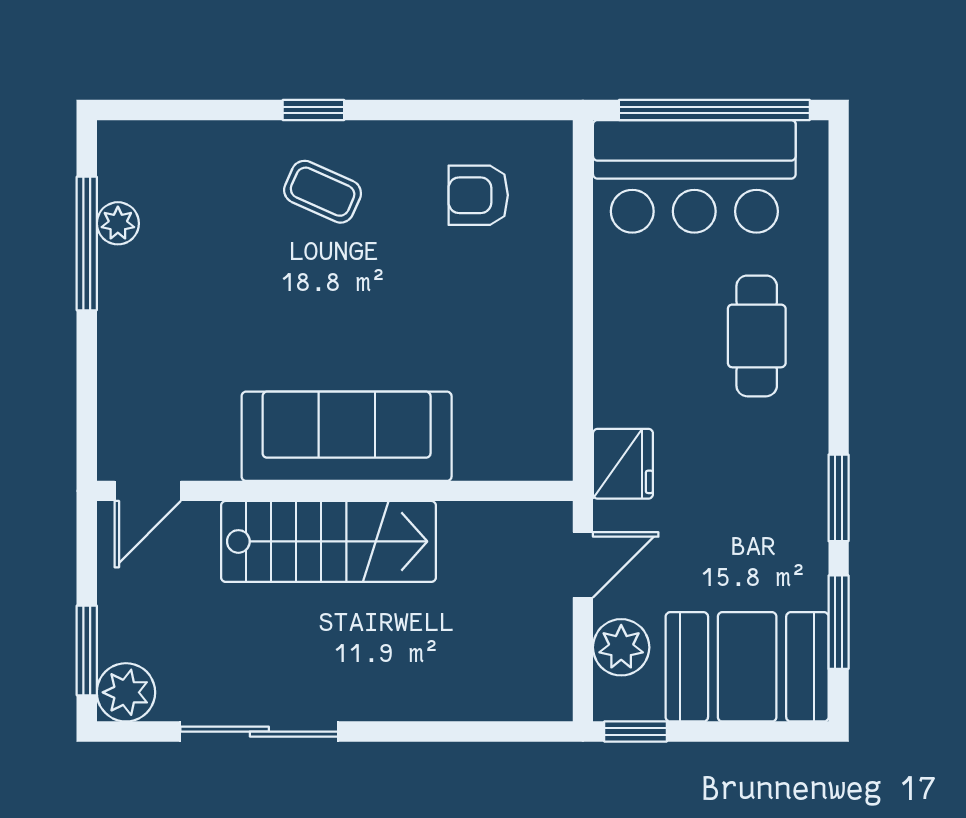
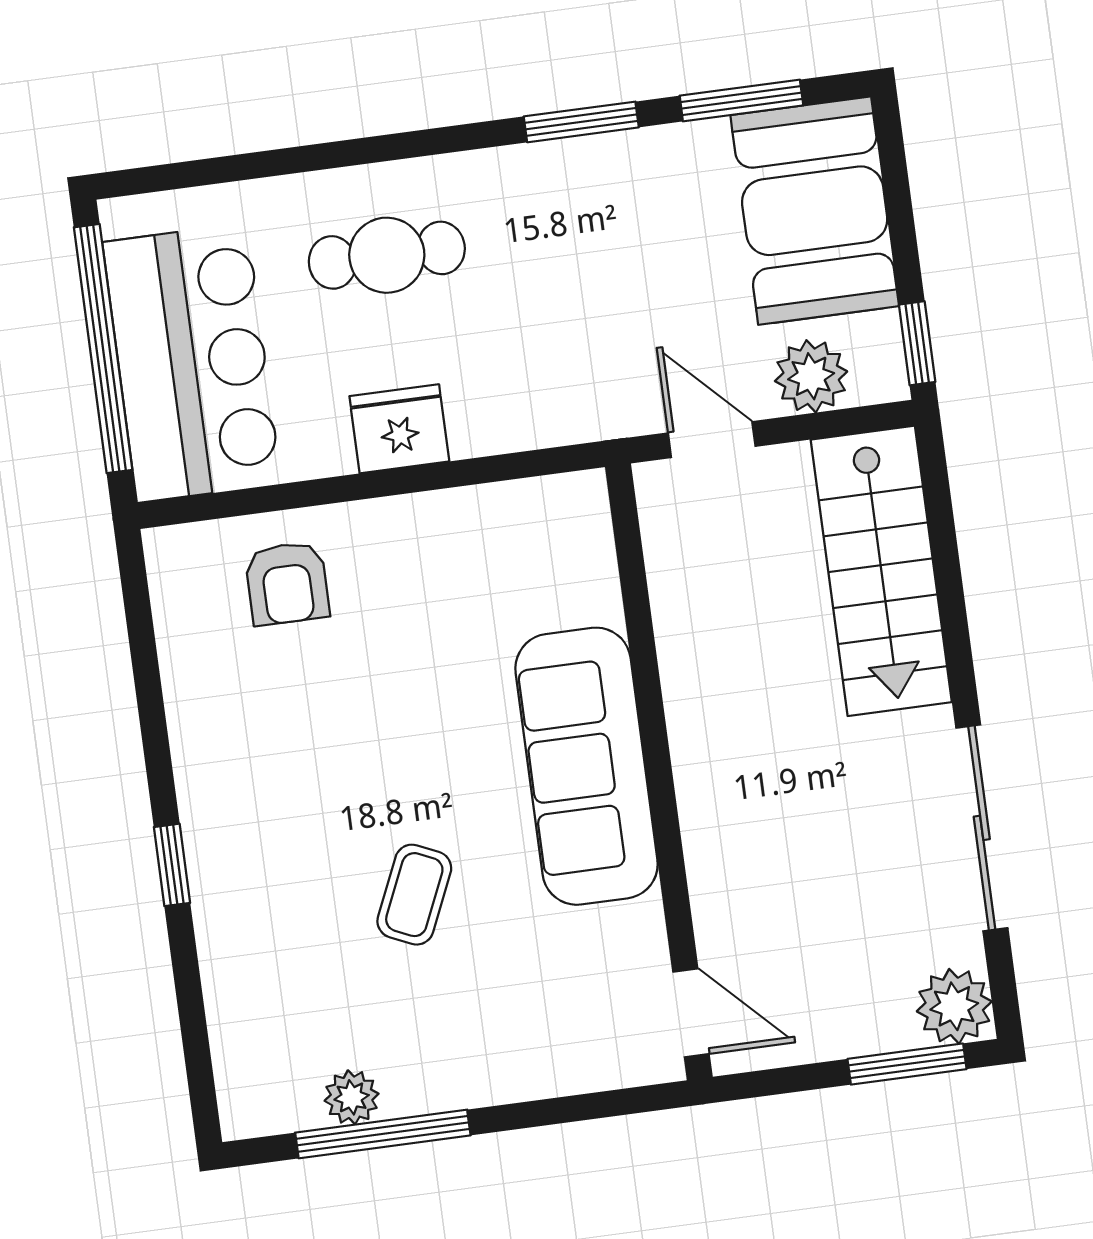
coffee table: (323, 192) -> (414, 895), moved
armchair: (478, 195) -> (287, 583), moved
fridge: (623, 464) -> (399, 429), moved
stairs: (329, 541) -> (881, 571), moved, turned 180

